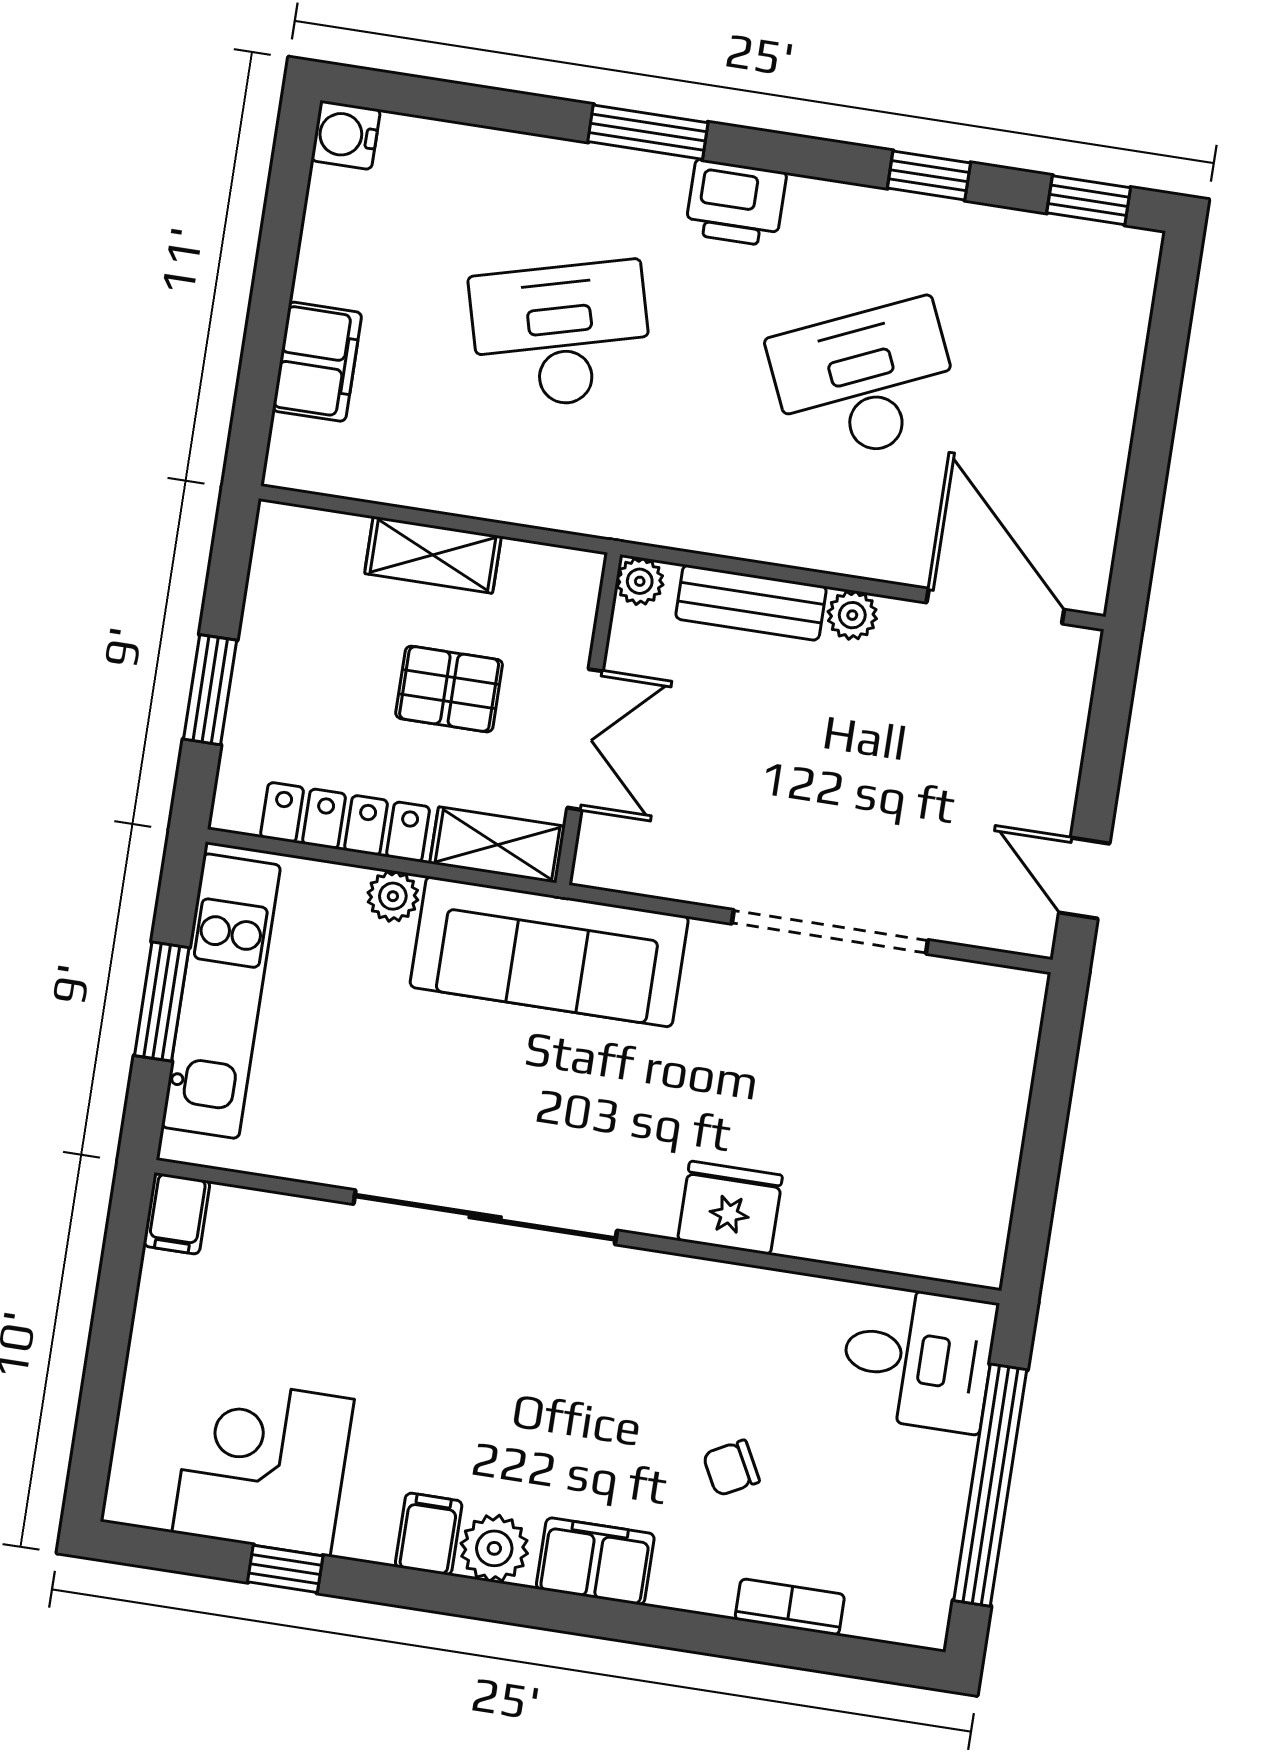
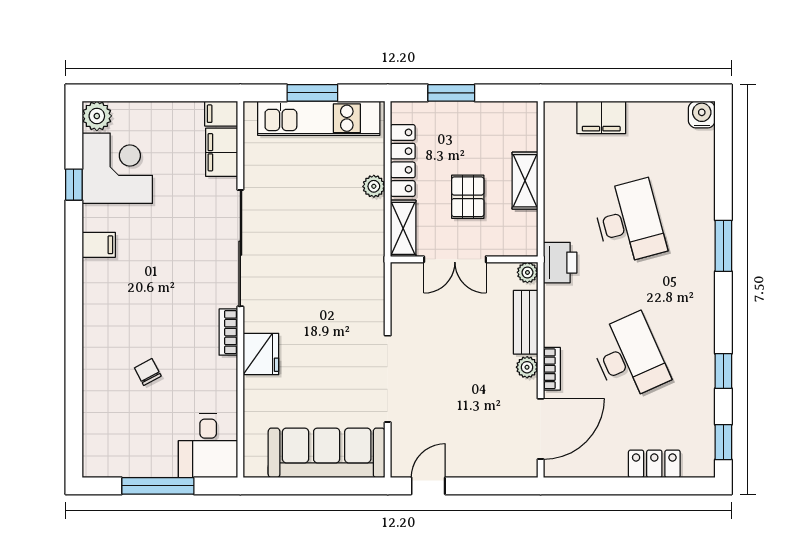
printer: (736, 203) -> (560, 263), moved, turned 180
locker: (1113, 363) -> (654, 464), added
bookcase: (864, 560) -> (552, 369), added
sofa: (549, 952) -> (327, 453), moved, turned 90
window: (990, 1485) -> (158, 486), width x0.68
plant: (494, 1548) -> (97, 116), moved
filing cabinet: (595, 1561) -> (222, 152), moved, turned 180
bookcase: (790, 1607) -> (228, 332), moved, turned 180

